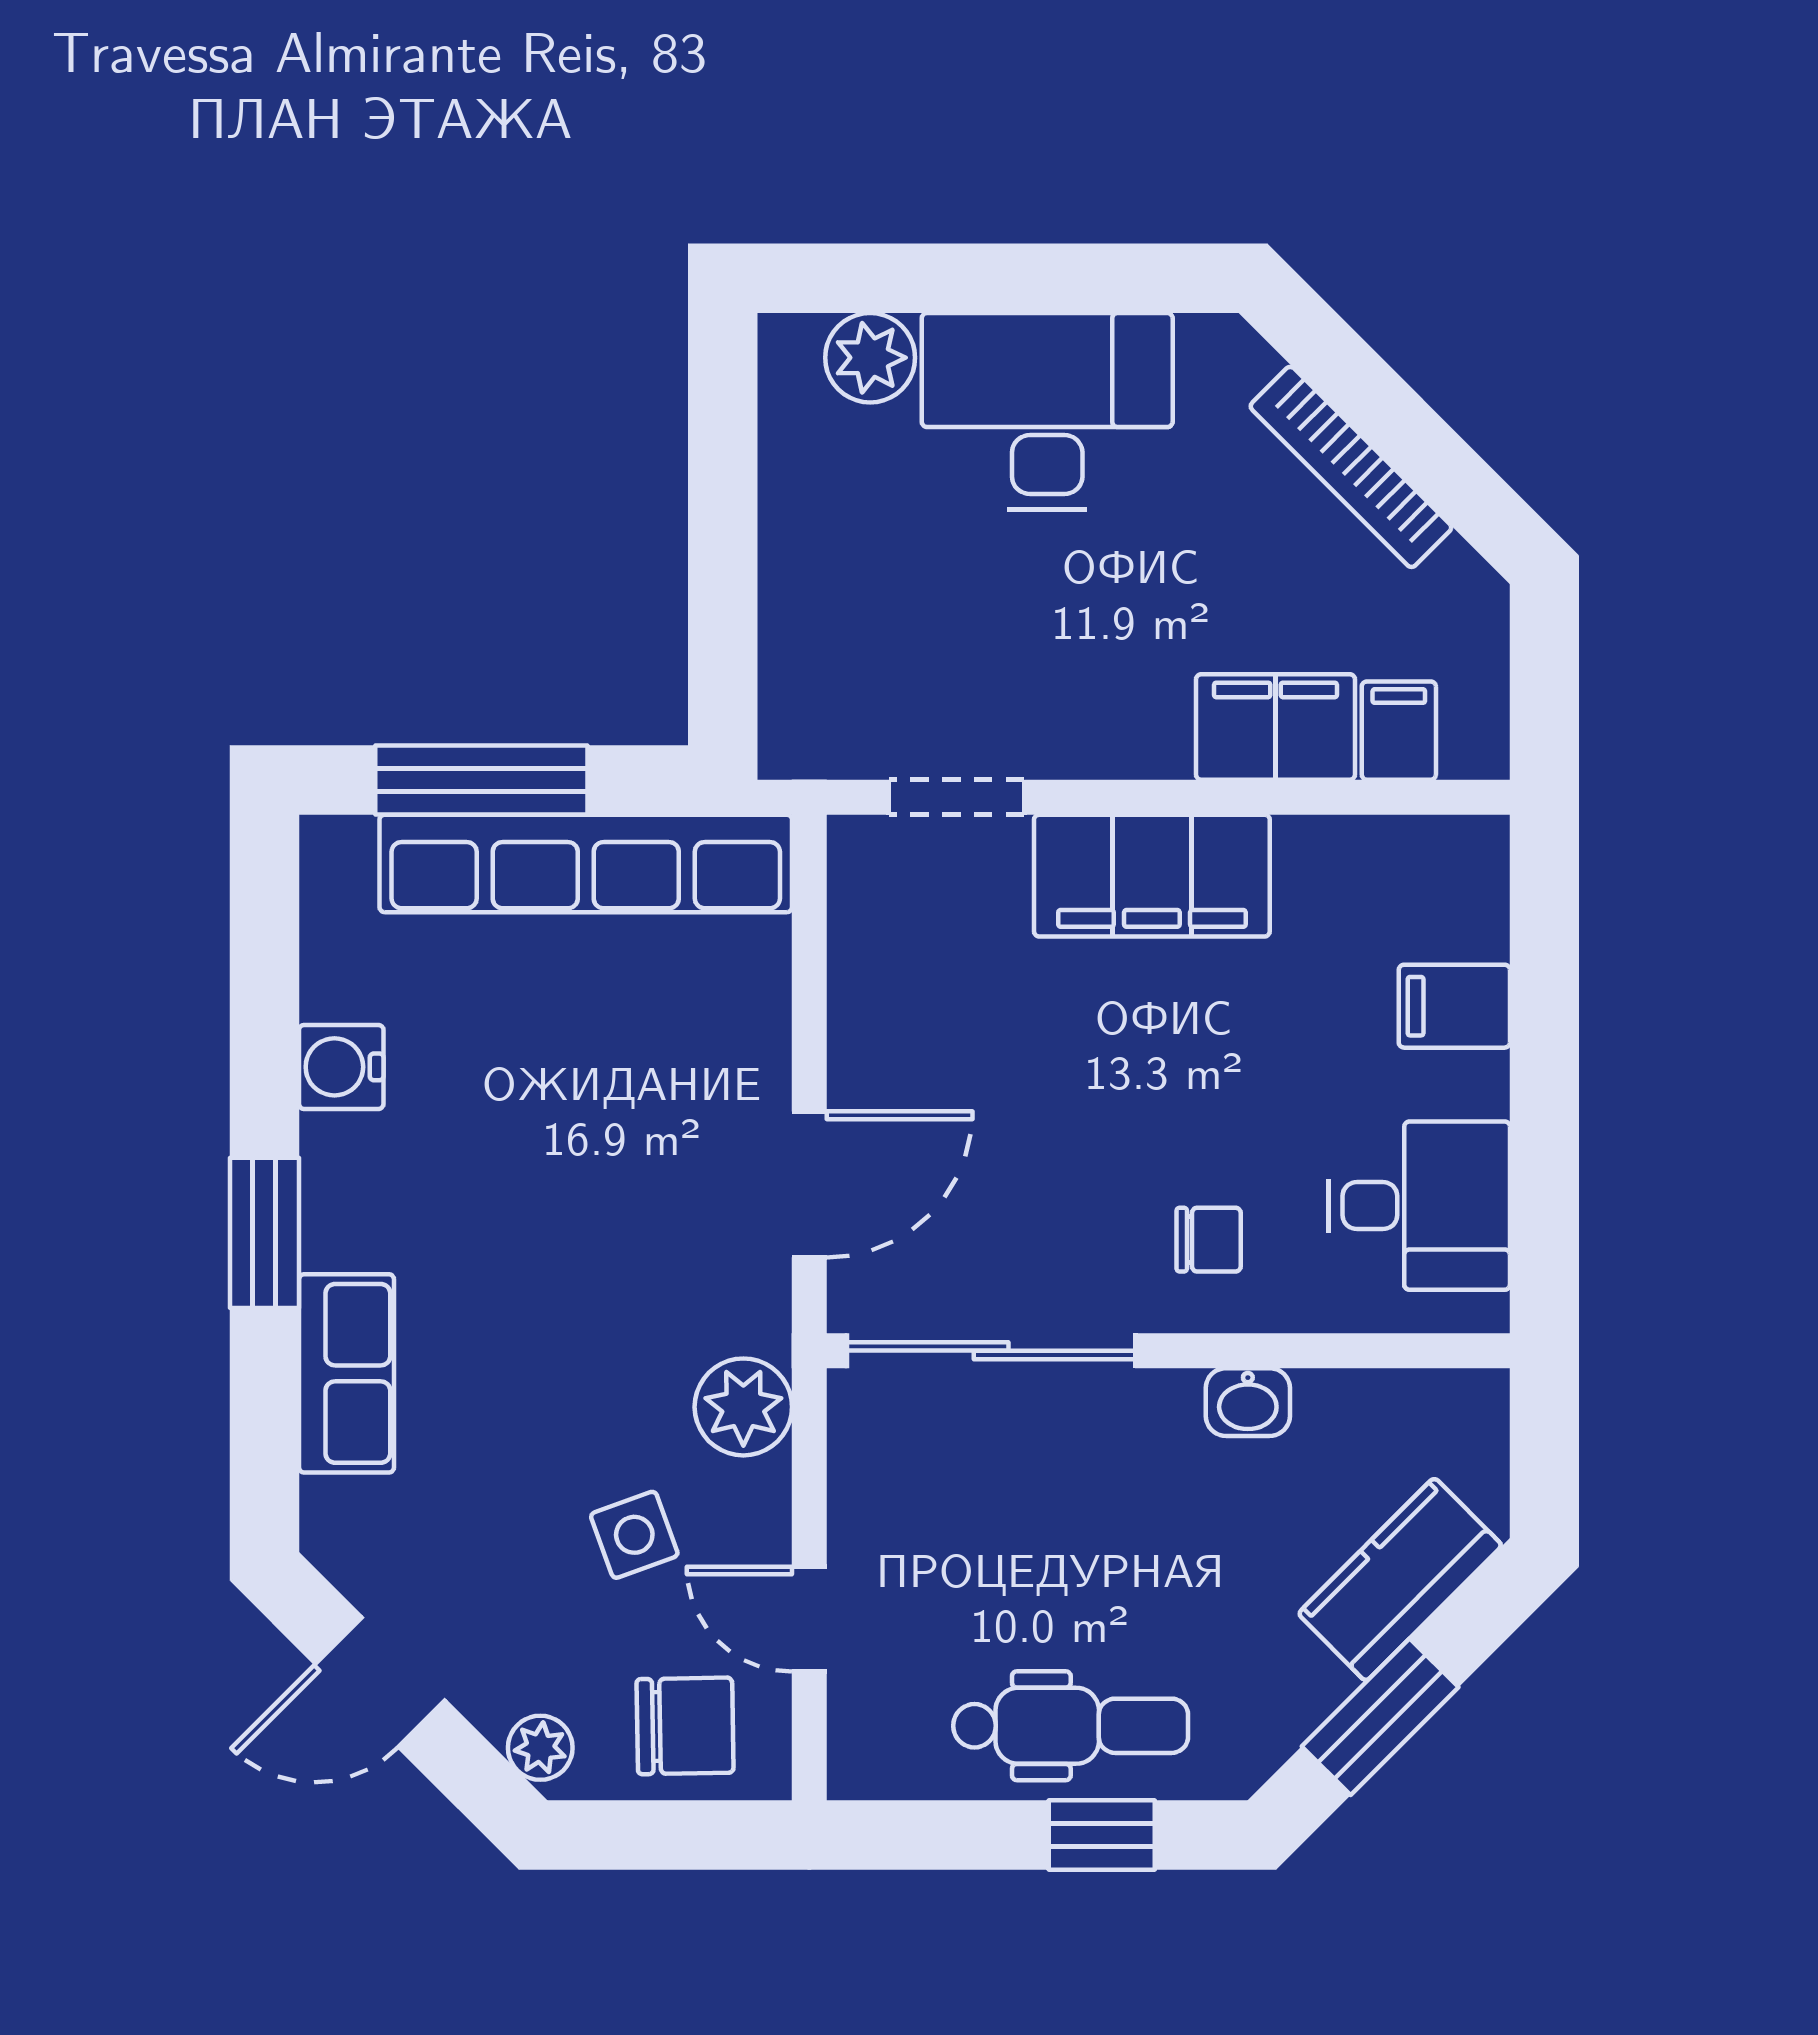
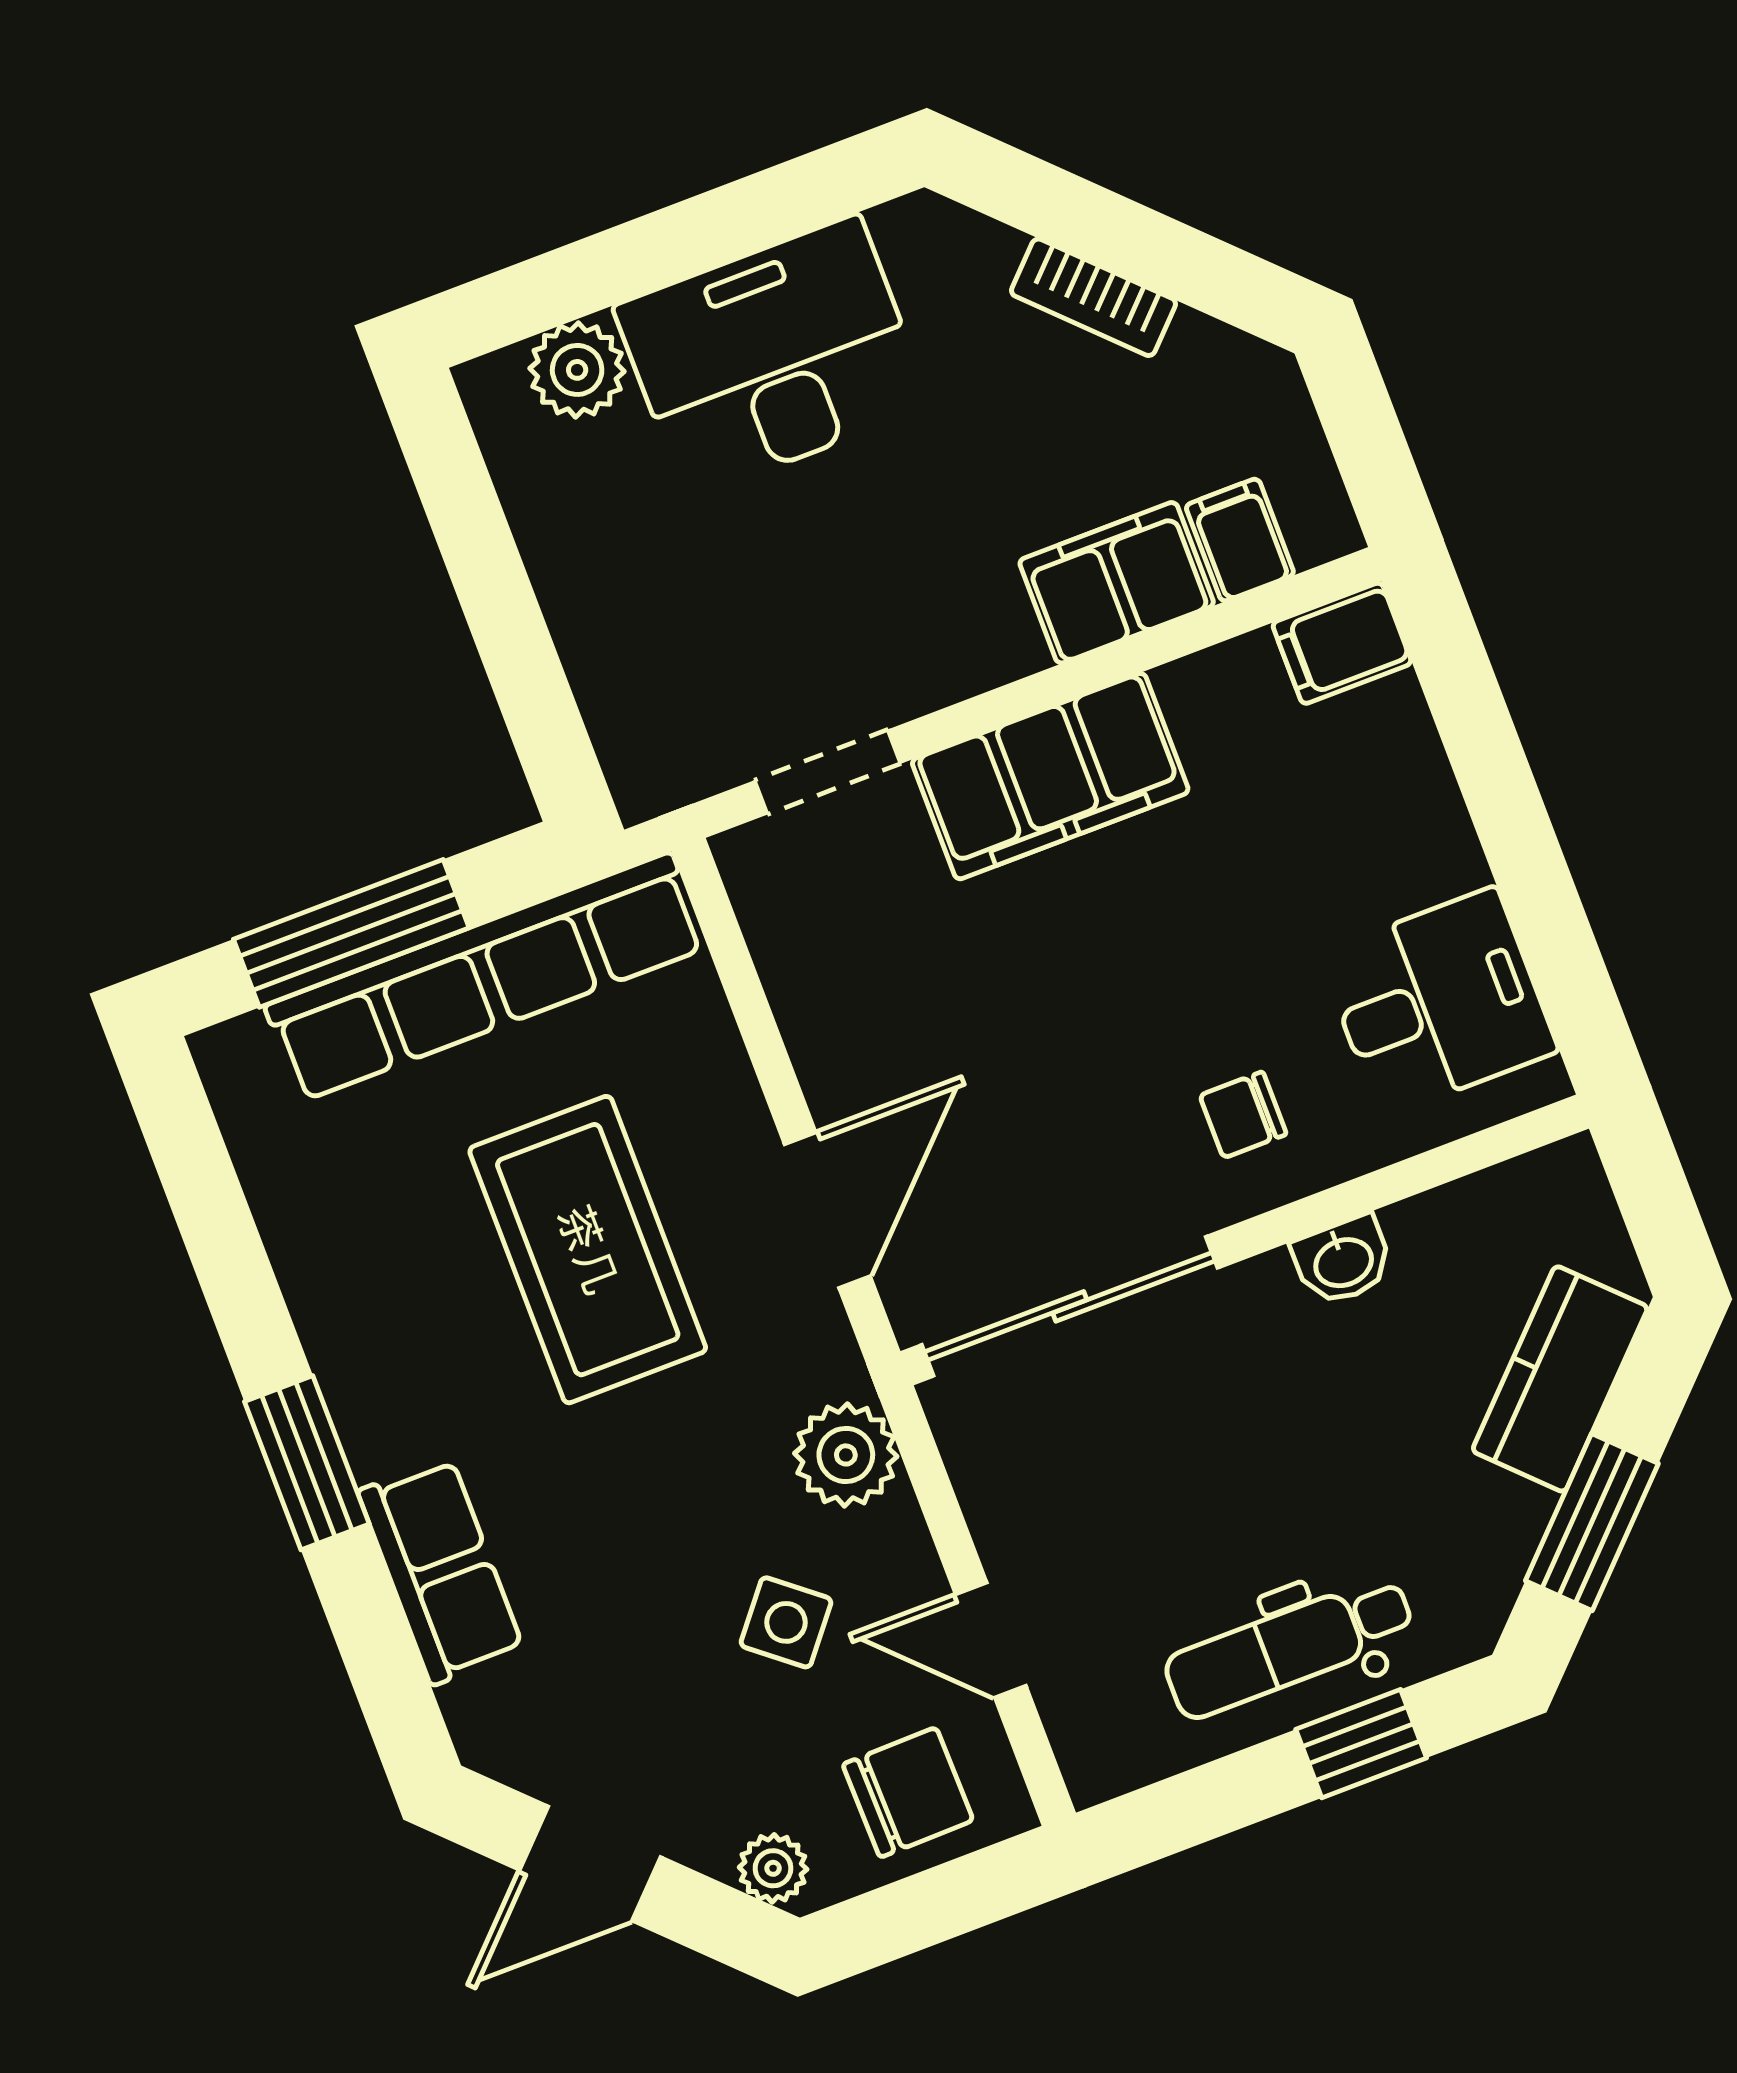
bookcase: (1351, 467) -> (1093, 297), width x0.64
filing cabinet: (1454, 1006) -> (1342, 643), moved
water cooler: (341, 1067) -> (320, 1270), removed
coffee table: (584, 1139) -> (588, 1250), added
chair: (1209, 1240) -> (1243, 1115), turned 180
side table: (634, 1535) -> (786, 1622), turned -31
dental chair: (1071, 1726) -> (1289, 1647), turned 180

